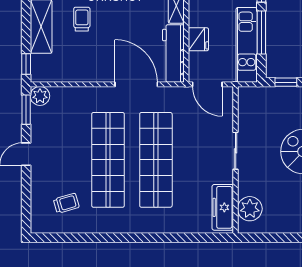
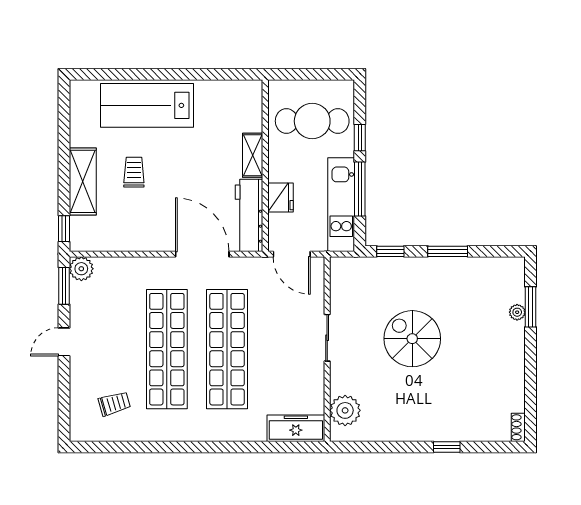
freezer: (223, 207) -> (296, 428), moved, turned 90

